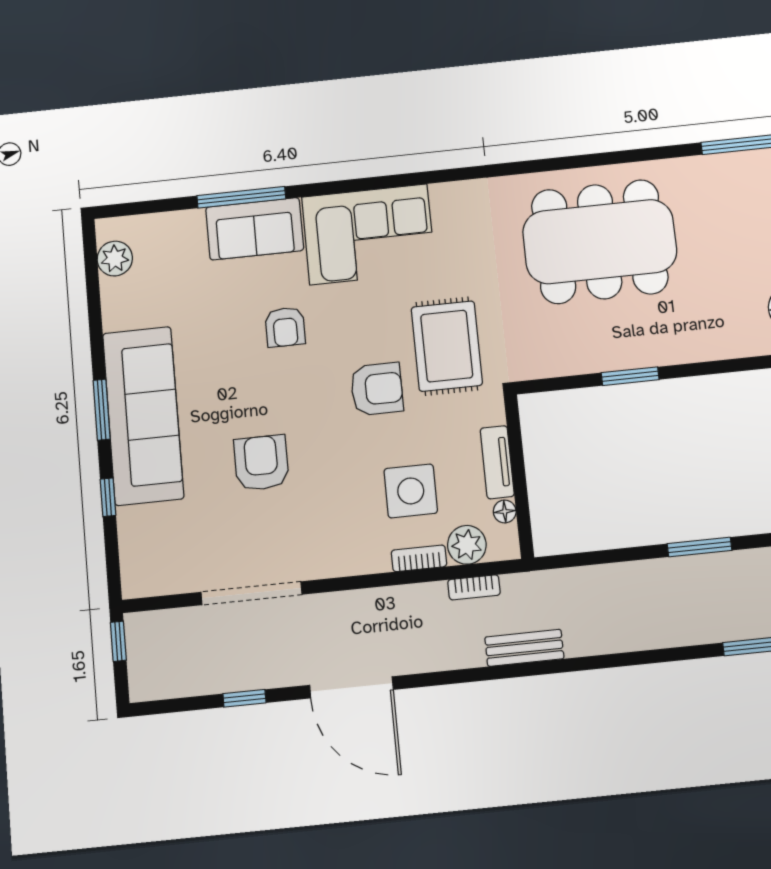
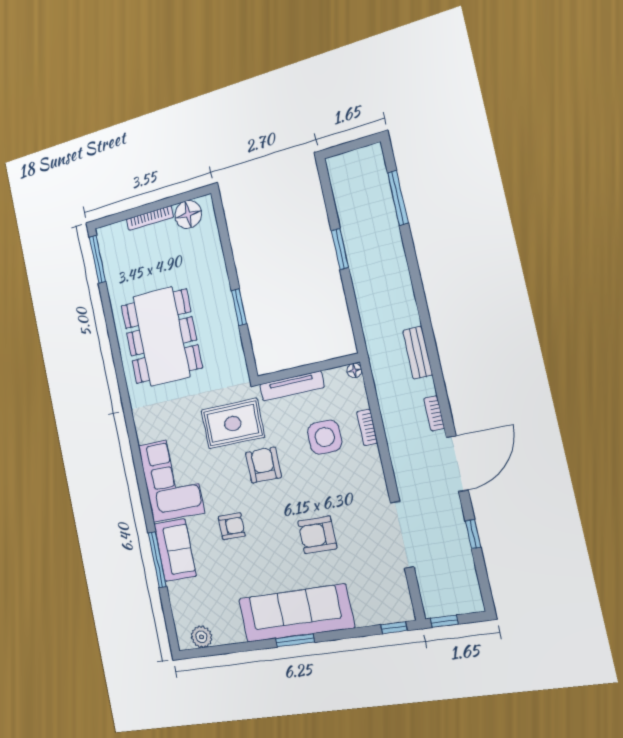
tv unit: (497, 462) -> (292, 386), width x1.41
window: (108, 497) -> (394, 628), moved
floor lamp: (505, 511) -> (354, 370), moved
plant: (467, 545) -> (355, 397), removed
bookcase: (474, 587) -> (434, 413), moved, turned 180

